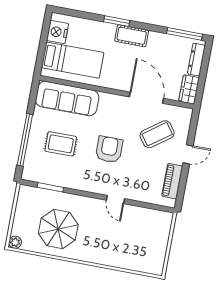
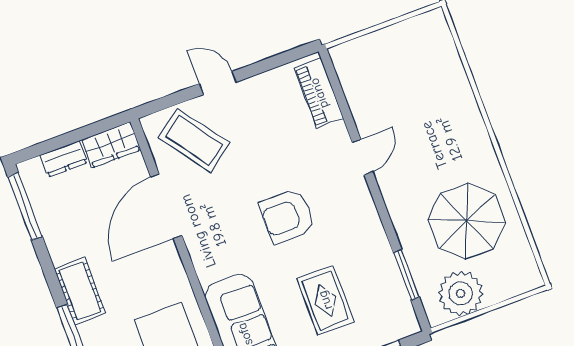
dresser: (196, 60) -> (64, 159), width x0.70
coffee table: (157, 134) -> (194, 141), moved
piano: (172, 181) -> (319, 93), moved, turned 90
plant: (15, 242) -> (461, 293), moved, width x1.88, depth x1.88

